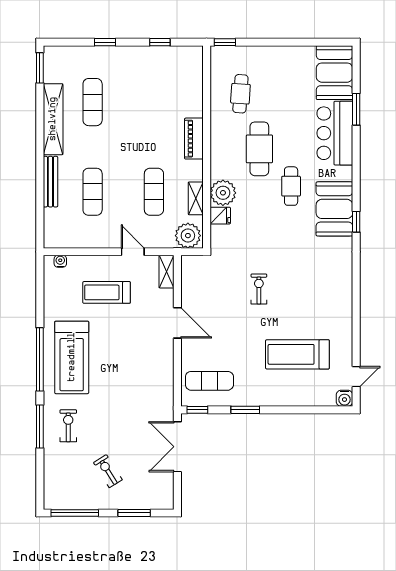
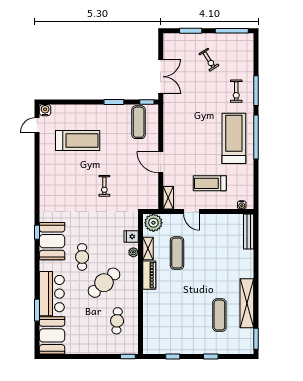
piano: (194, 139) -> (149, 275), moved
cafe table: (259, 149) -> (104, 283), turned 48
bench: (50, 182) -> (249, 231), moved
exercise mat: (93, 192) -> (219, 253), removed
plant: (223, 193) -> (133, 252), width x0.53, depth x0.53
treadmill: (107, 292) -> (210, 183), turned 180
exercise mat: (209, 381) -> (139, 122), turned 90

